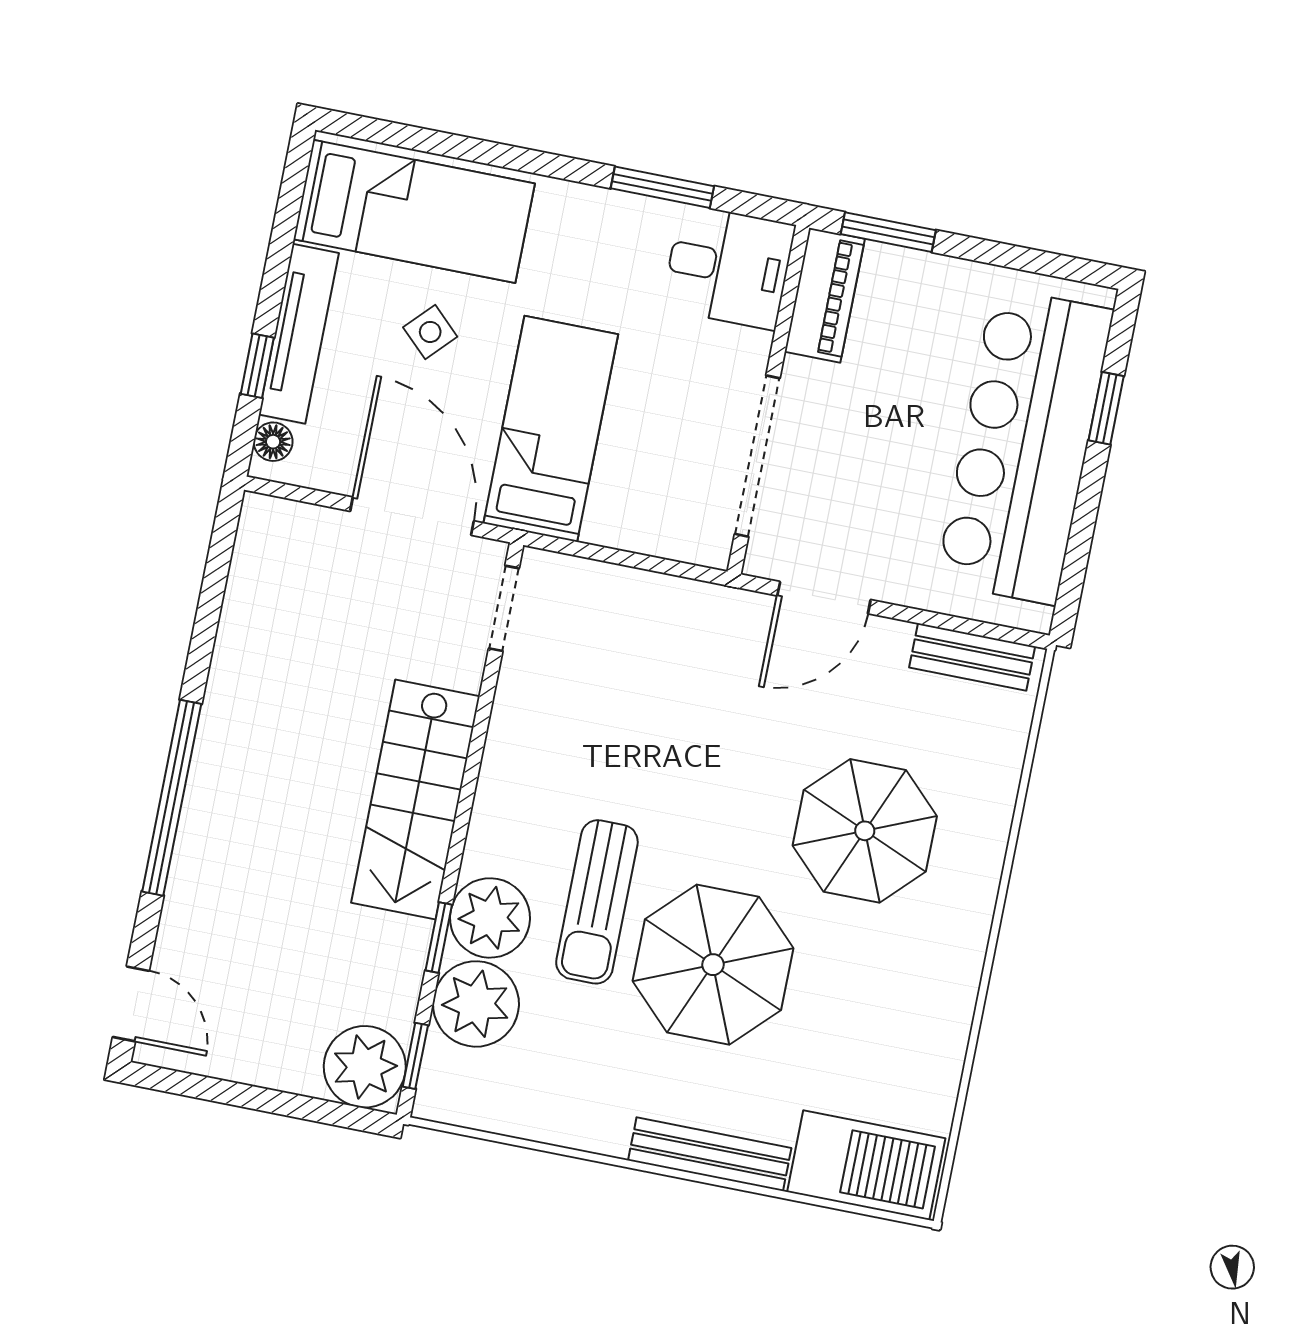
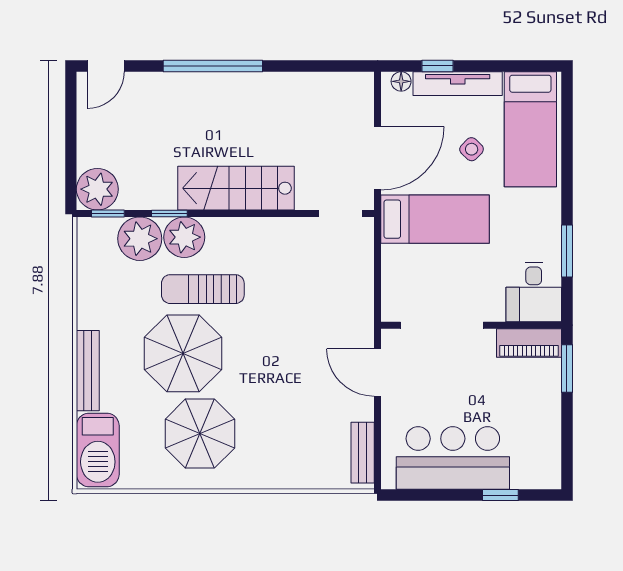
bar counter: (1025, 446) -> (453, 458), width x0.73
parasol: (865, 831) -> (200, 434), moved

